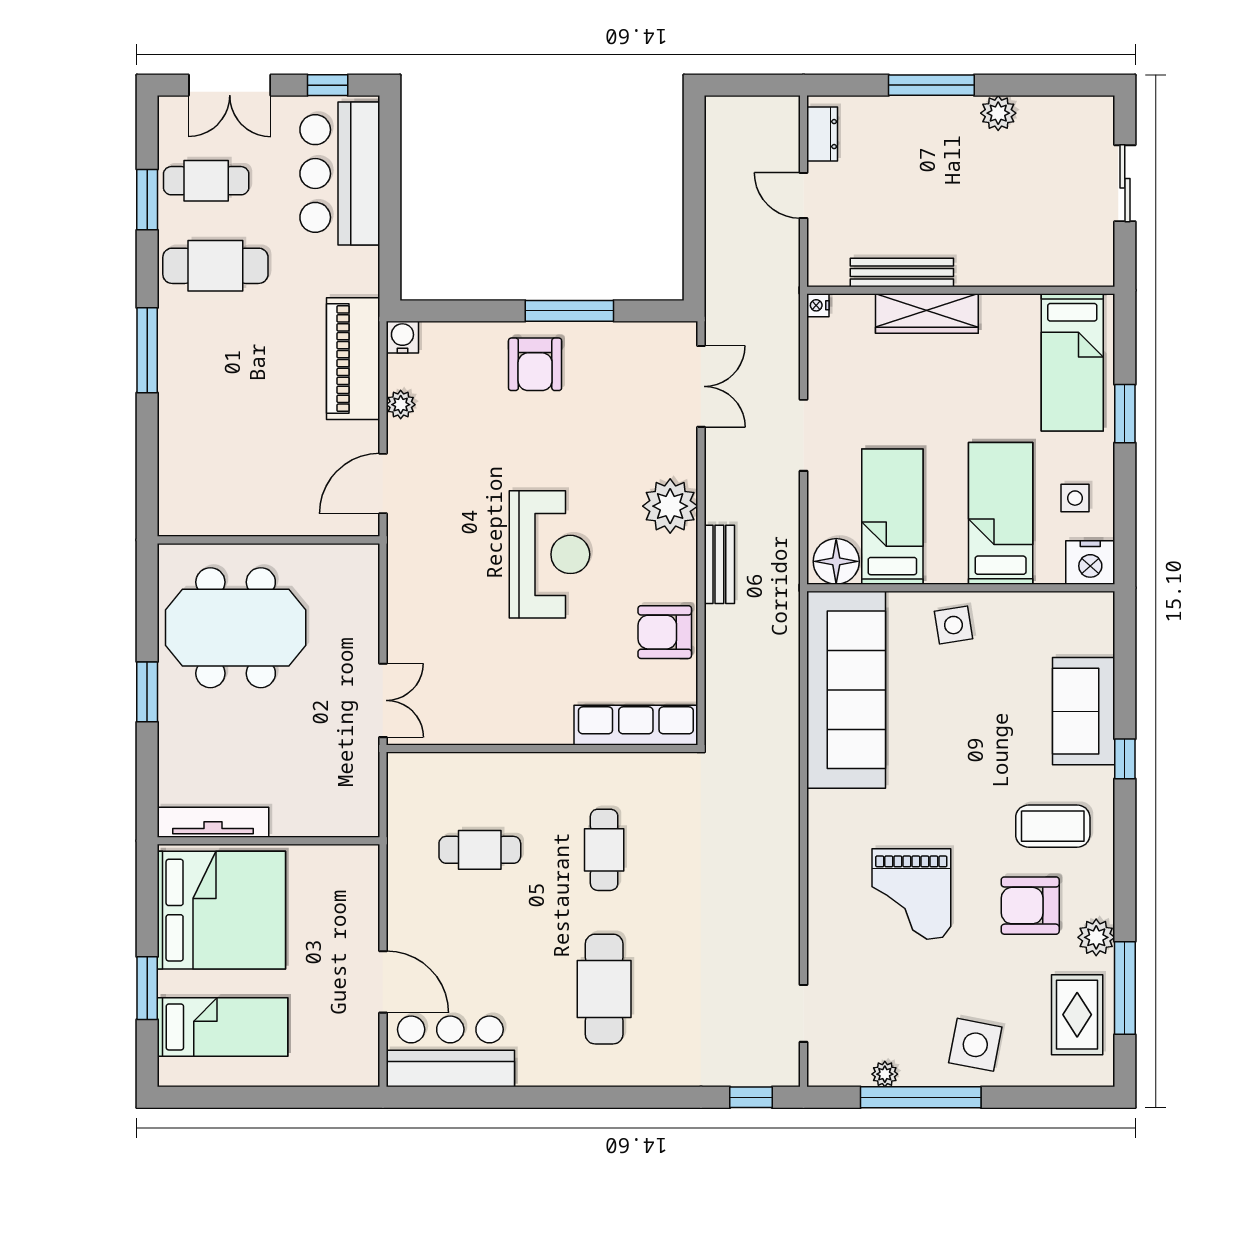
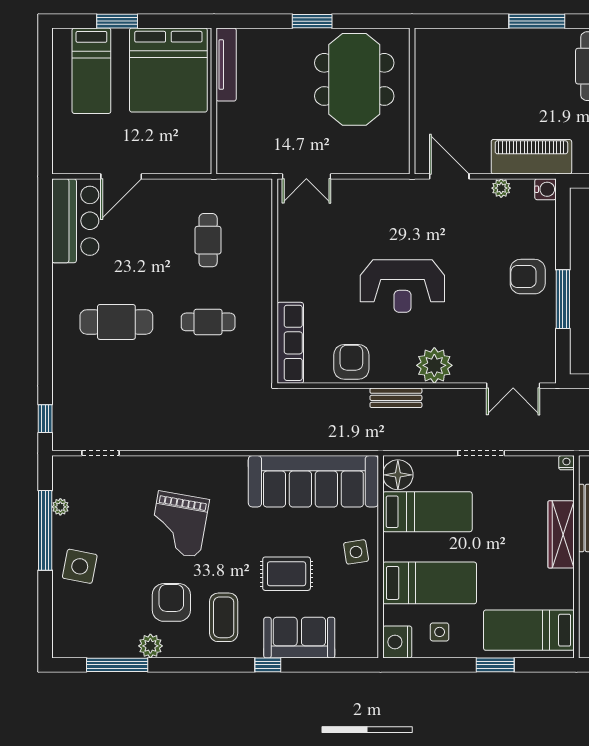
grand piano: (911, 894) -> (179, 524), turned -80
rug: (1077, 1015) -> (287, 574), moved

